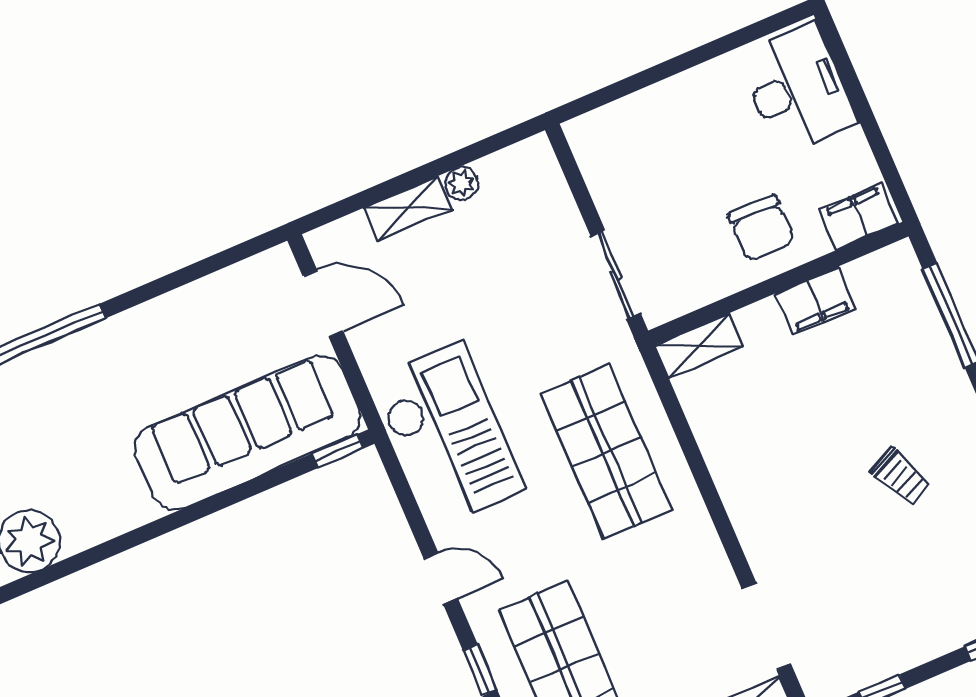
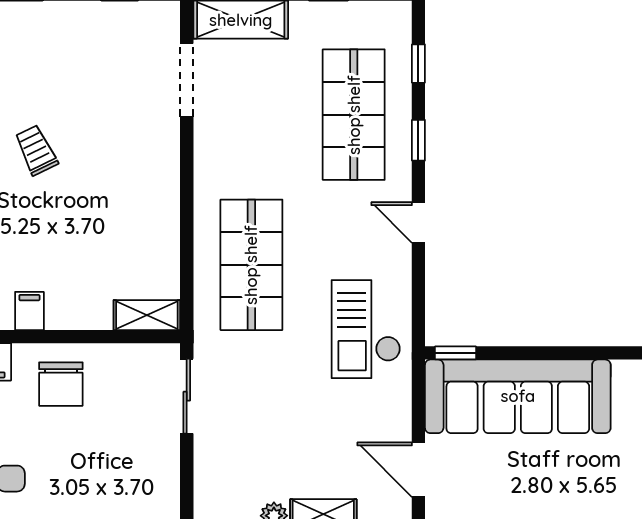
chair: (761, 228) -> (61, 384), turned 180
filing cabinet: (815, 301) -> (29, 311), width x0.50
checkout: (448, 435) -> (366, 329), width x0.73, depth x0.83

